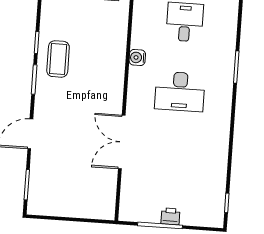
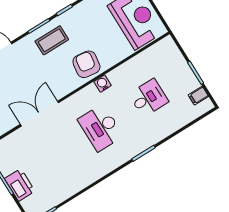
coffee table: (58, 59) -> (52, 40), moved
armchair: (107, 60) -> (86, 64), added
printer: (170, 216) -> (20, 185), width x1.87, depth x1.48

